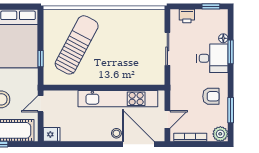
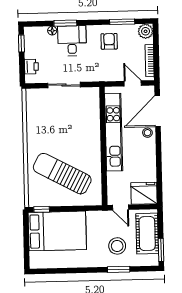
window: (41, 59) -> (42, 209), moved
fridge: (52, 134) -> (144, 193), width x1.88, depth x1.34

